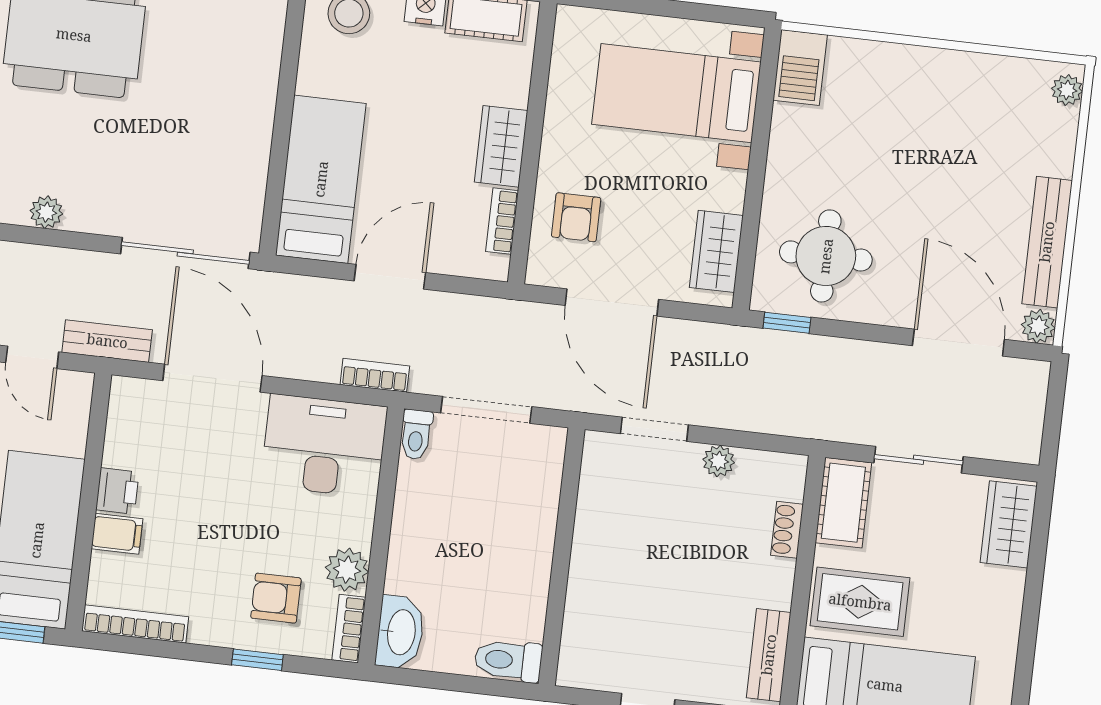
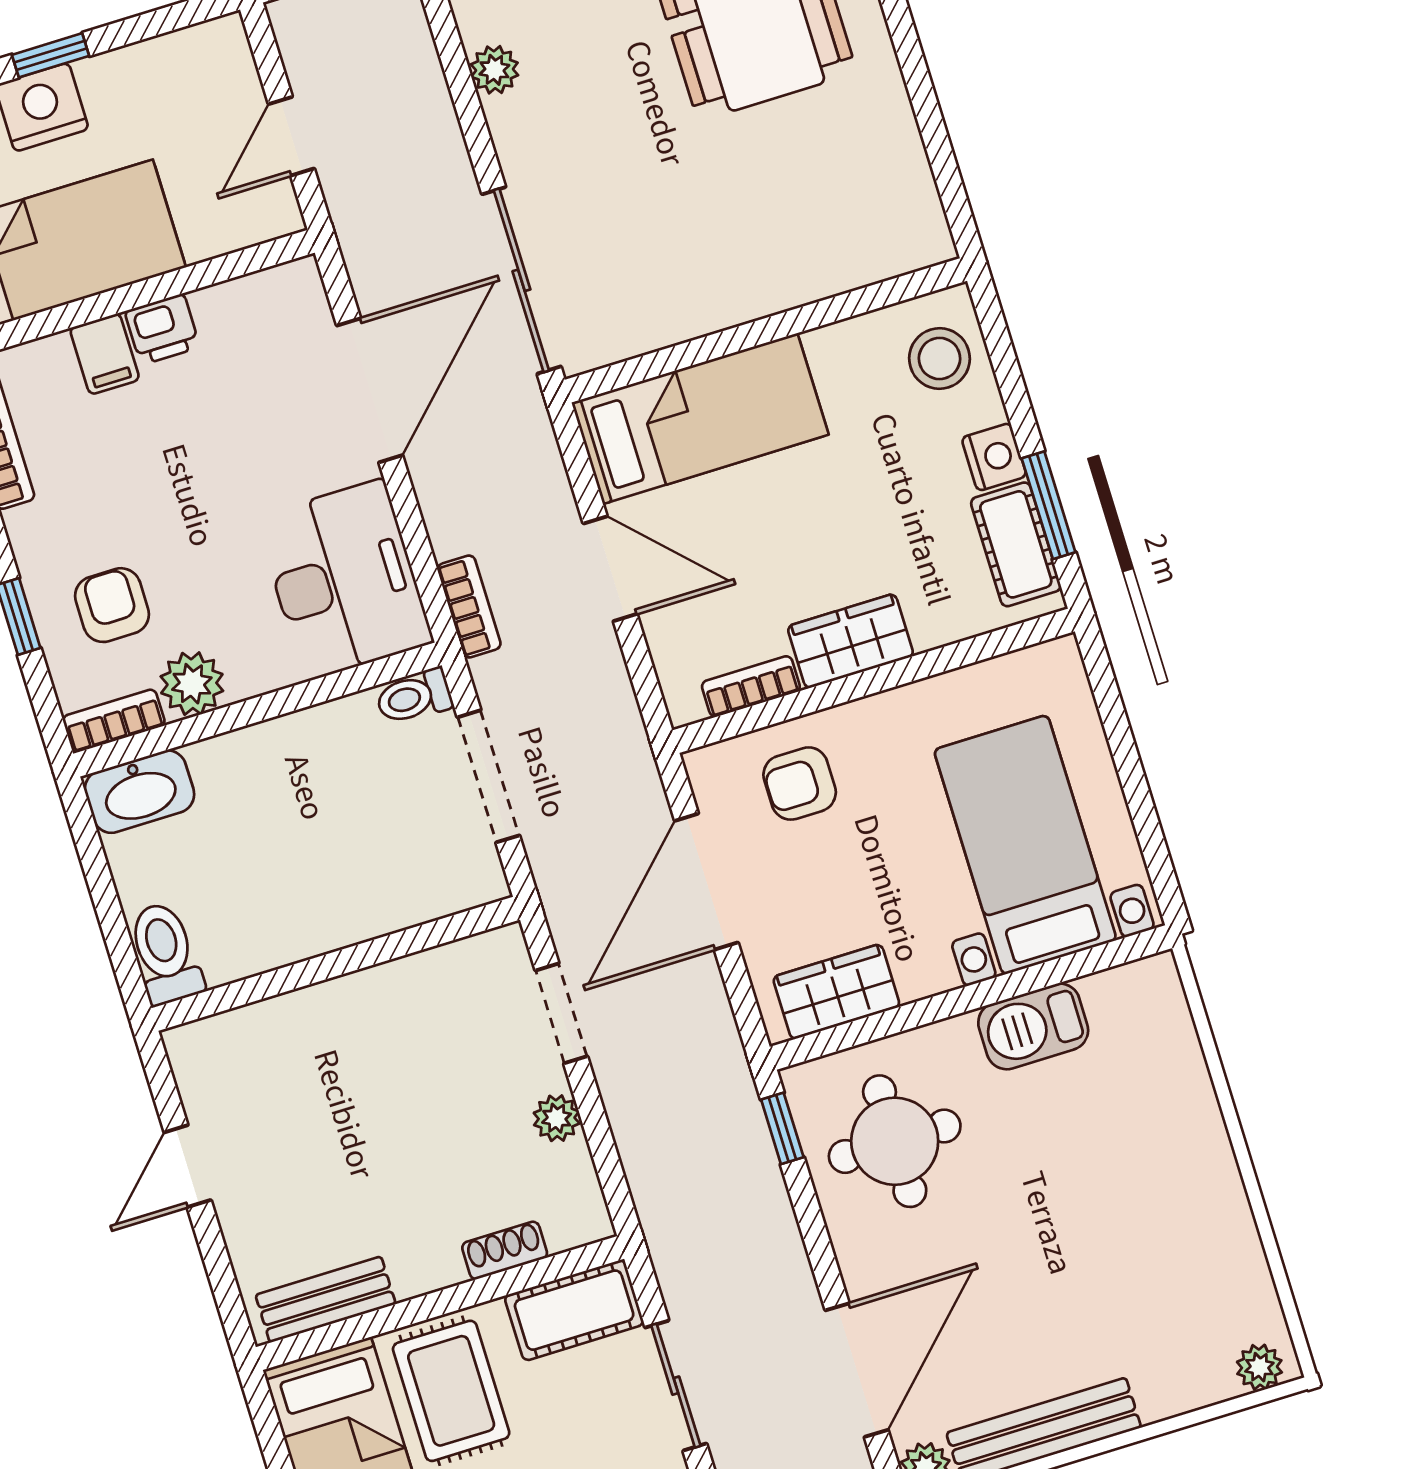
barbecue: (800, 68) -> (1033, 1026), moved
bench: (107, 341) -> (357, 227), removed

